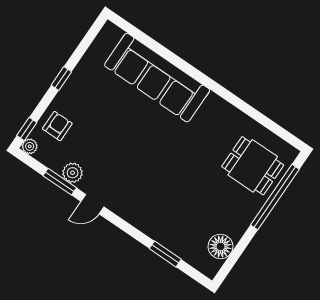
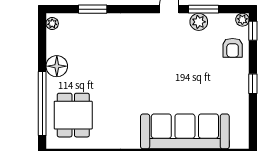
dining table: (253, 166) -> (73, 115), turned 90
floor lamp: (221, 246) -> (57, 66), moved
plant: (213, 267) -> (52, 24), added

